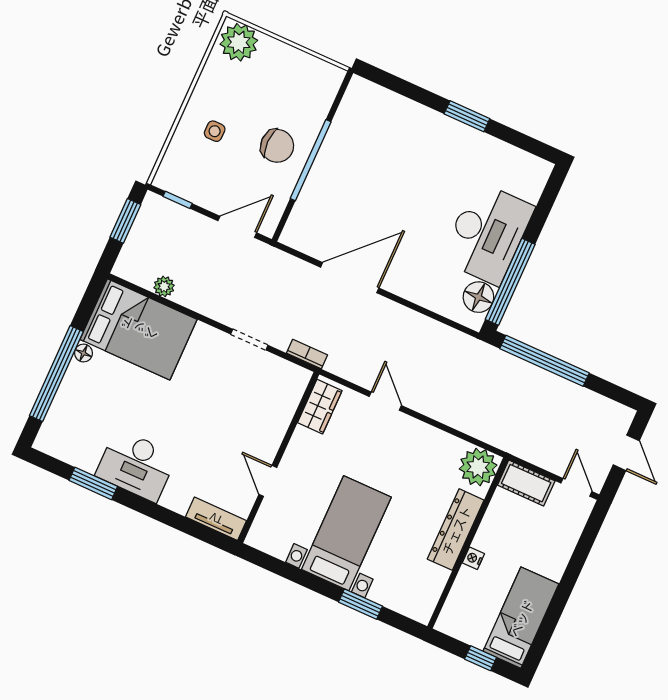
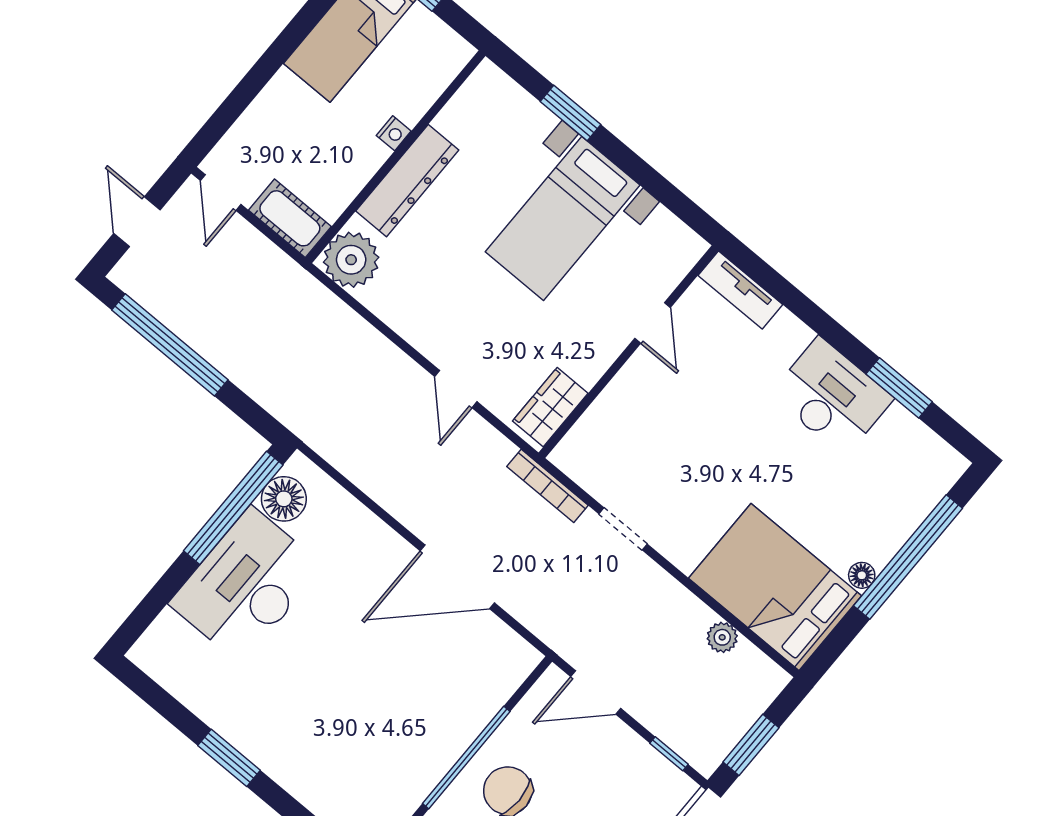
bookcase: (307, 354) -> (547, 486), width x1.56
window: (545, 361) -> (170, 345), moved

